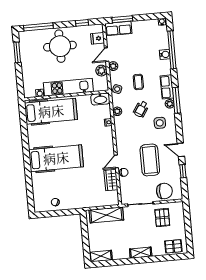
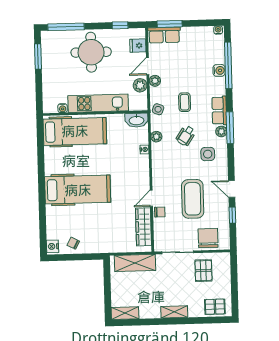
wardrobe: (111, 180) -> (143, 227), width x1.50
chair: (164, 191) -> (208, 238), turned -90
nightstand: (39, 206) -> (52, 246), added

